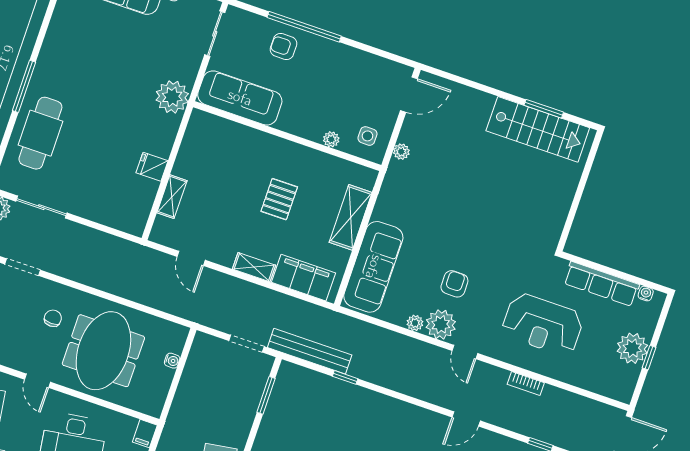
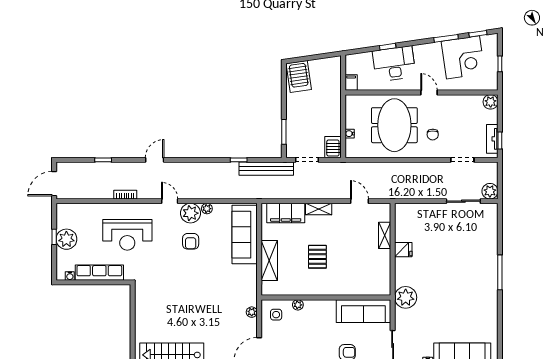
cafe table: (40, 133) -> (480, 247), removed
reception desk: (543, 324) -> (127, 235), turned 180
server rack: (203, 349) -> (333, 147), added

